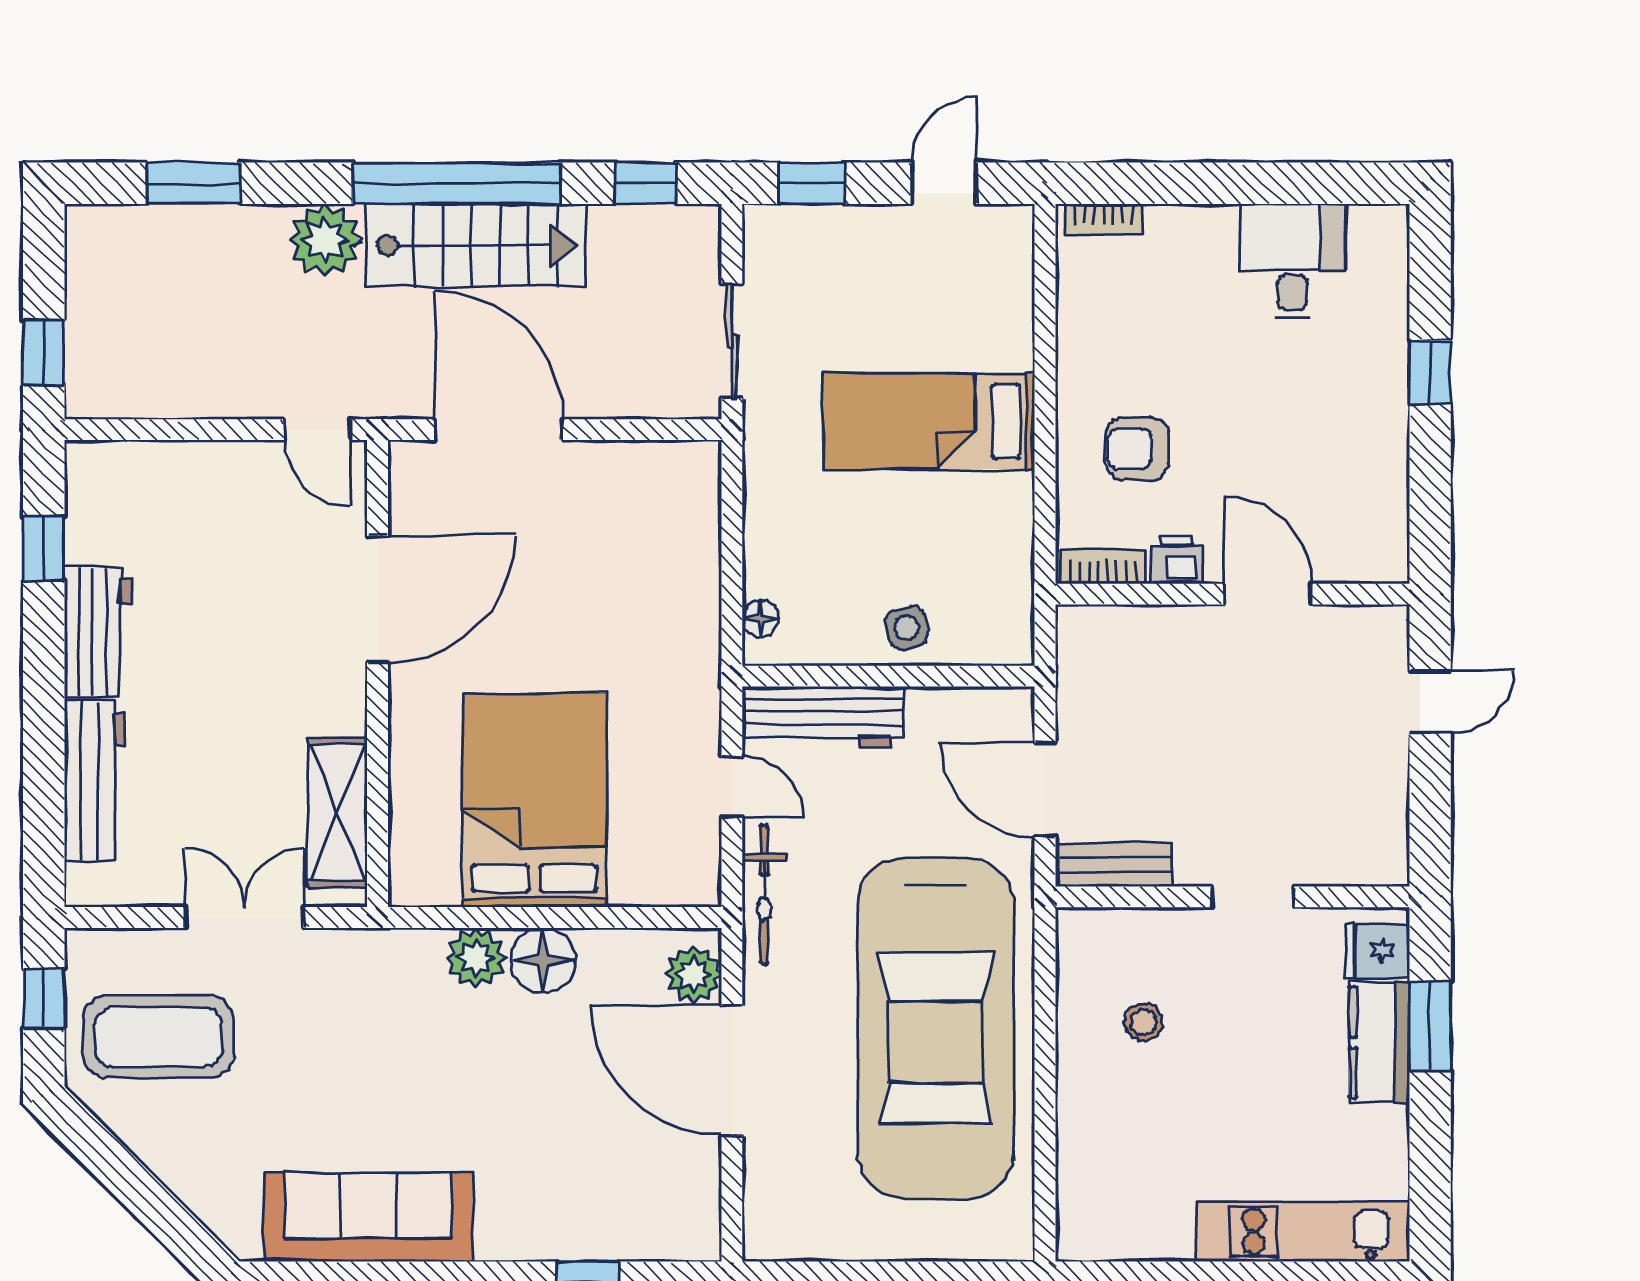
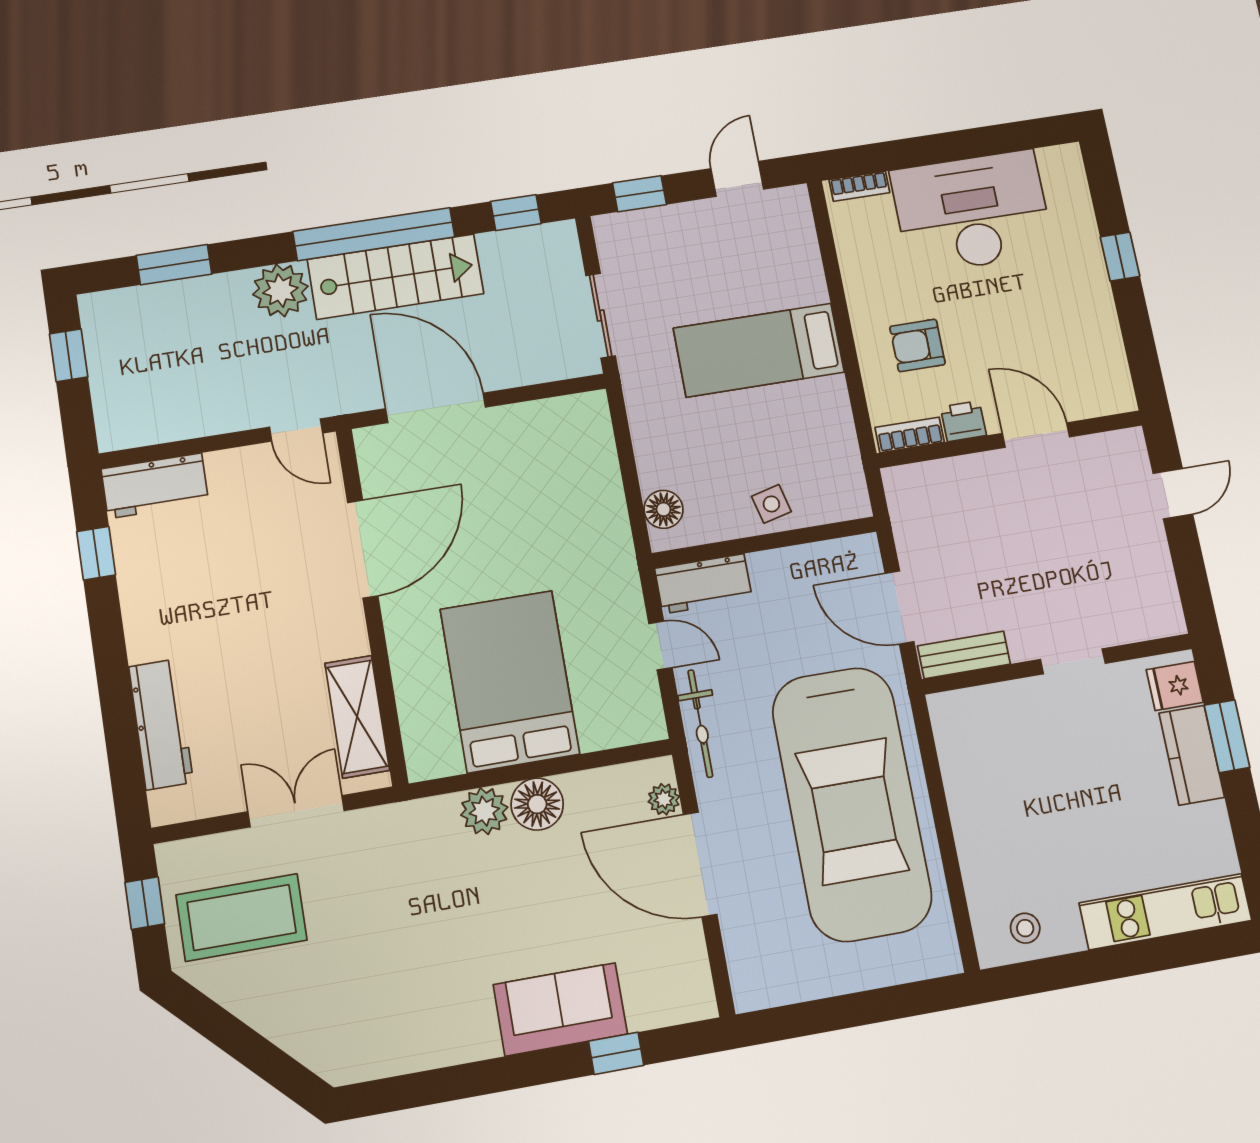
desk: (1293, 261) -> (972, 212), width x1.87, depth x1.30
window: (44, 352) -> (69, 355), moved
floor lamp: (760, 619) -> (663, 509), width x1.37, depth x1.37
workbench: (98, 632) -> (155, 486), moved, turned 90
workbench: (823, 717) -> (704, 584), width x0.73
plant: (694, 974) -> (664, 799), width x0.73, depth x0.73
stool: (1144, 1022) -> (1025, 928), moved
sofa: (368, 1217) -> (560, 1009), moved, width x0.73

